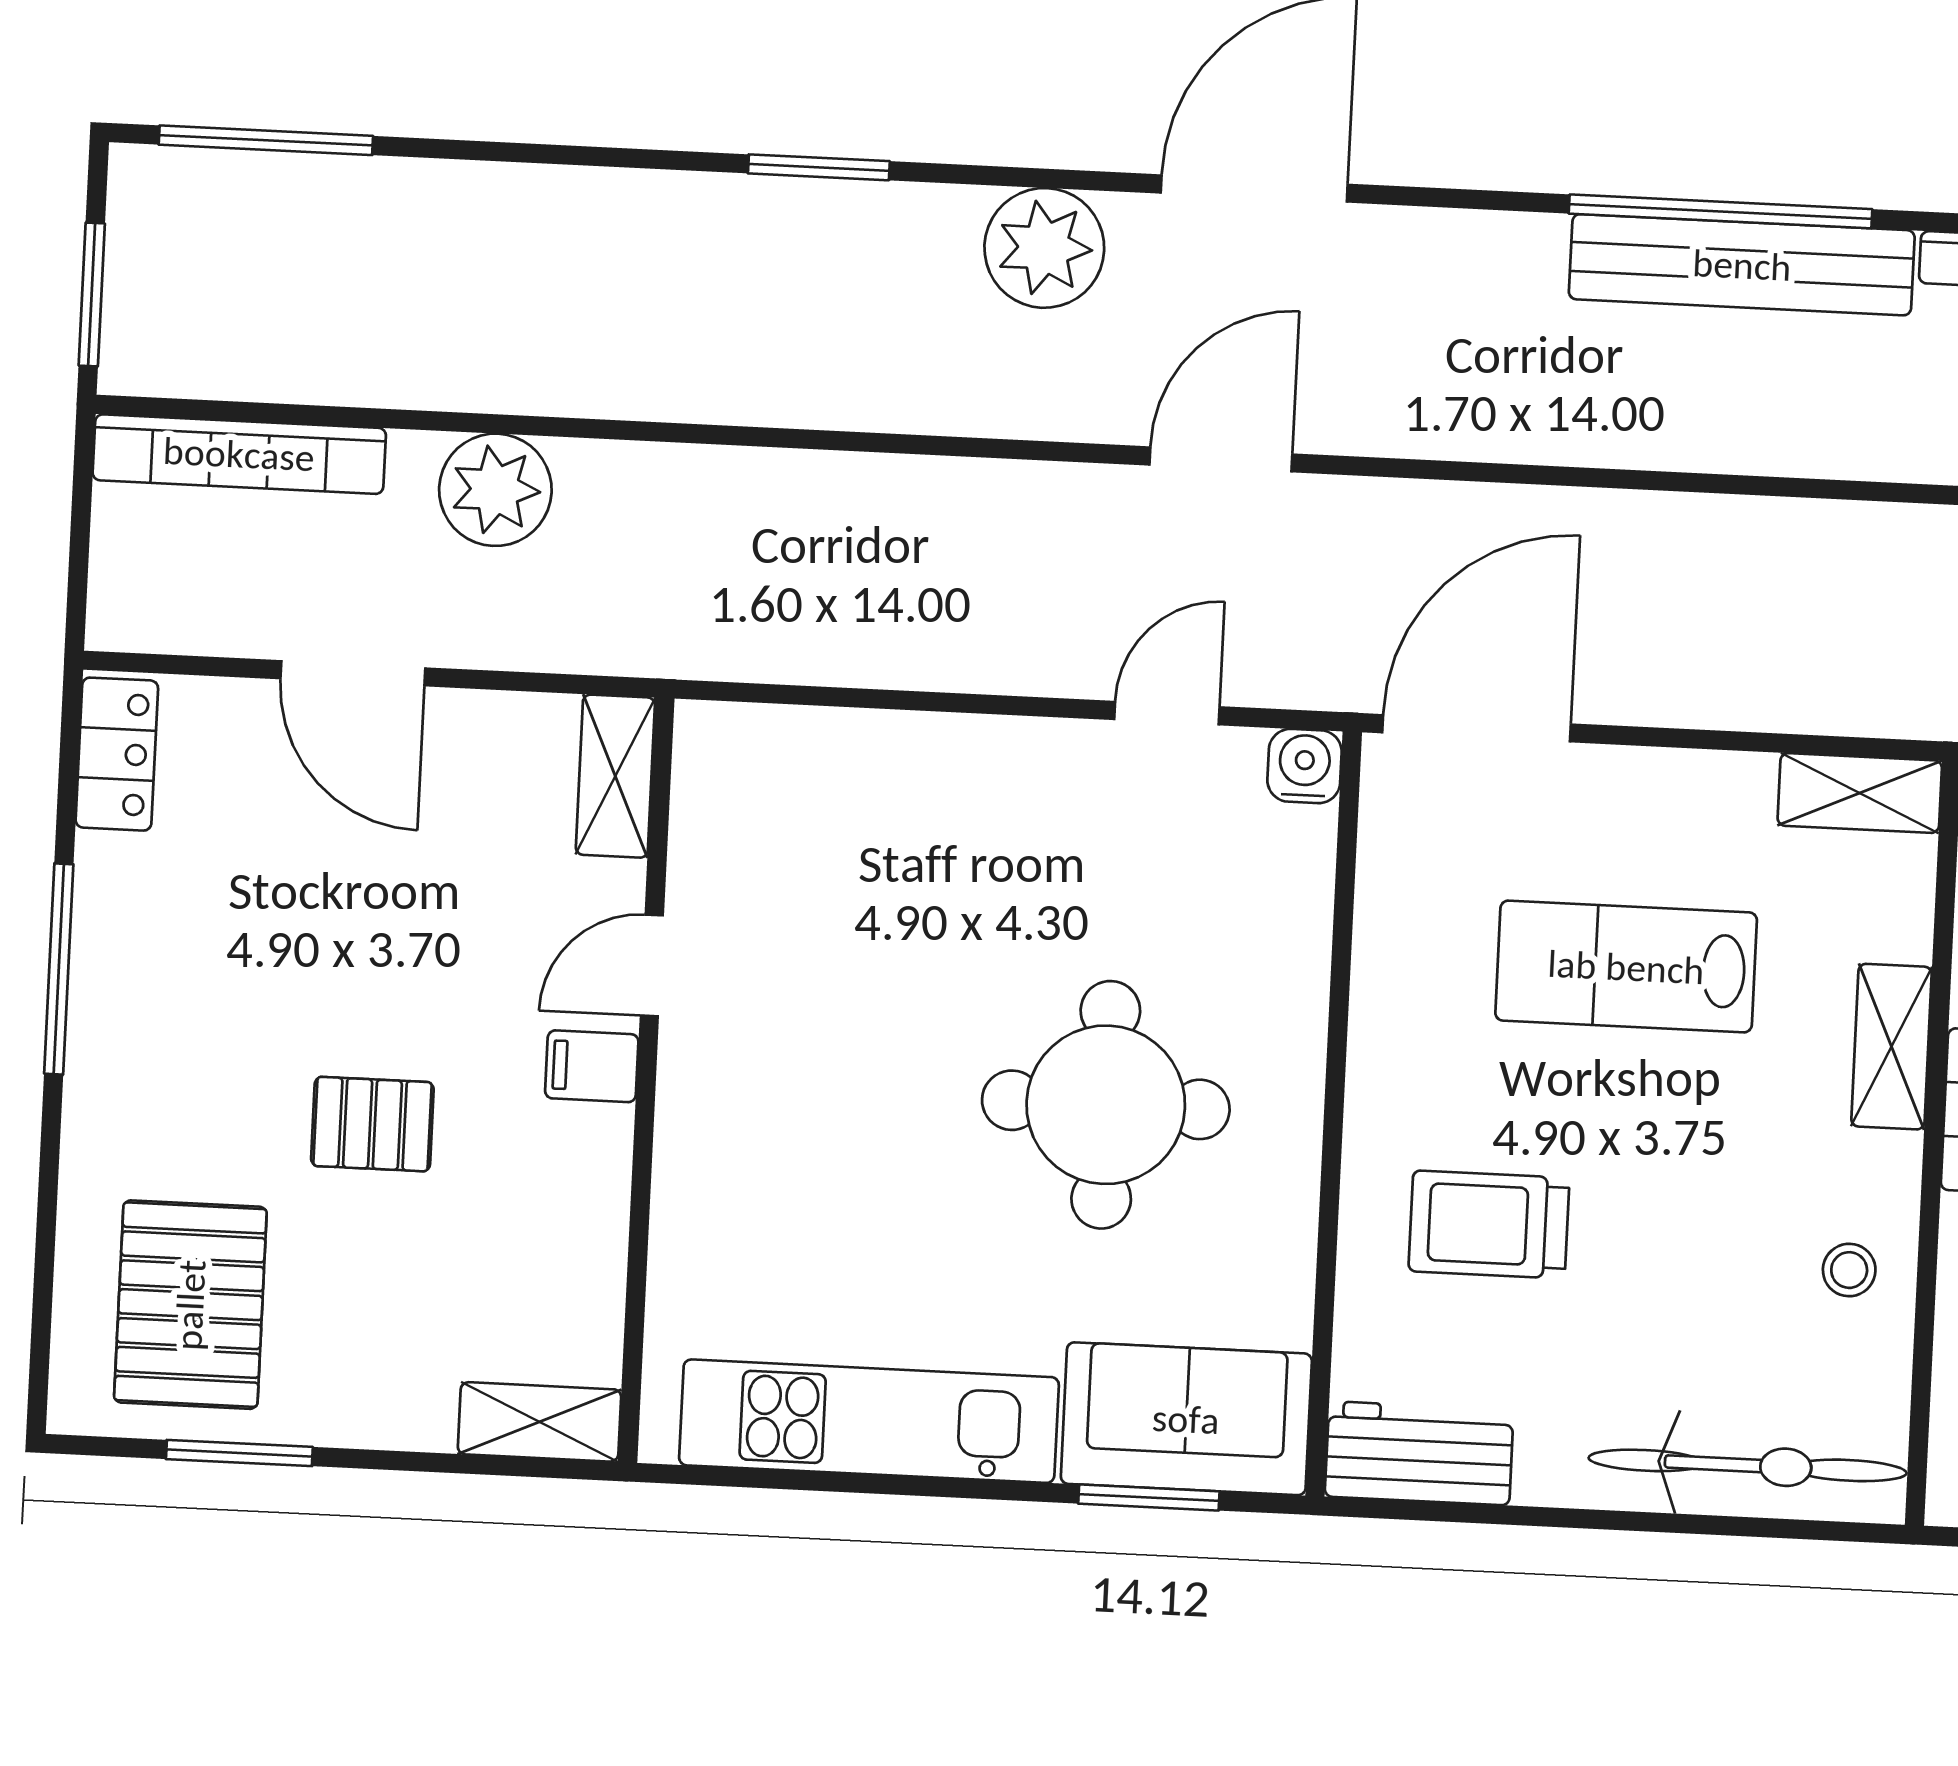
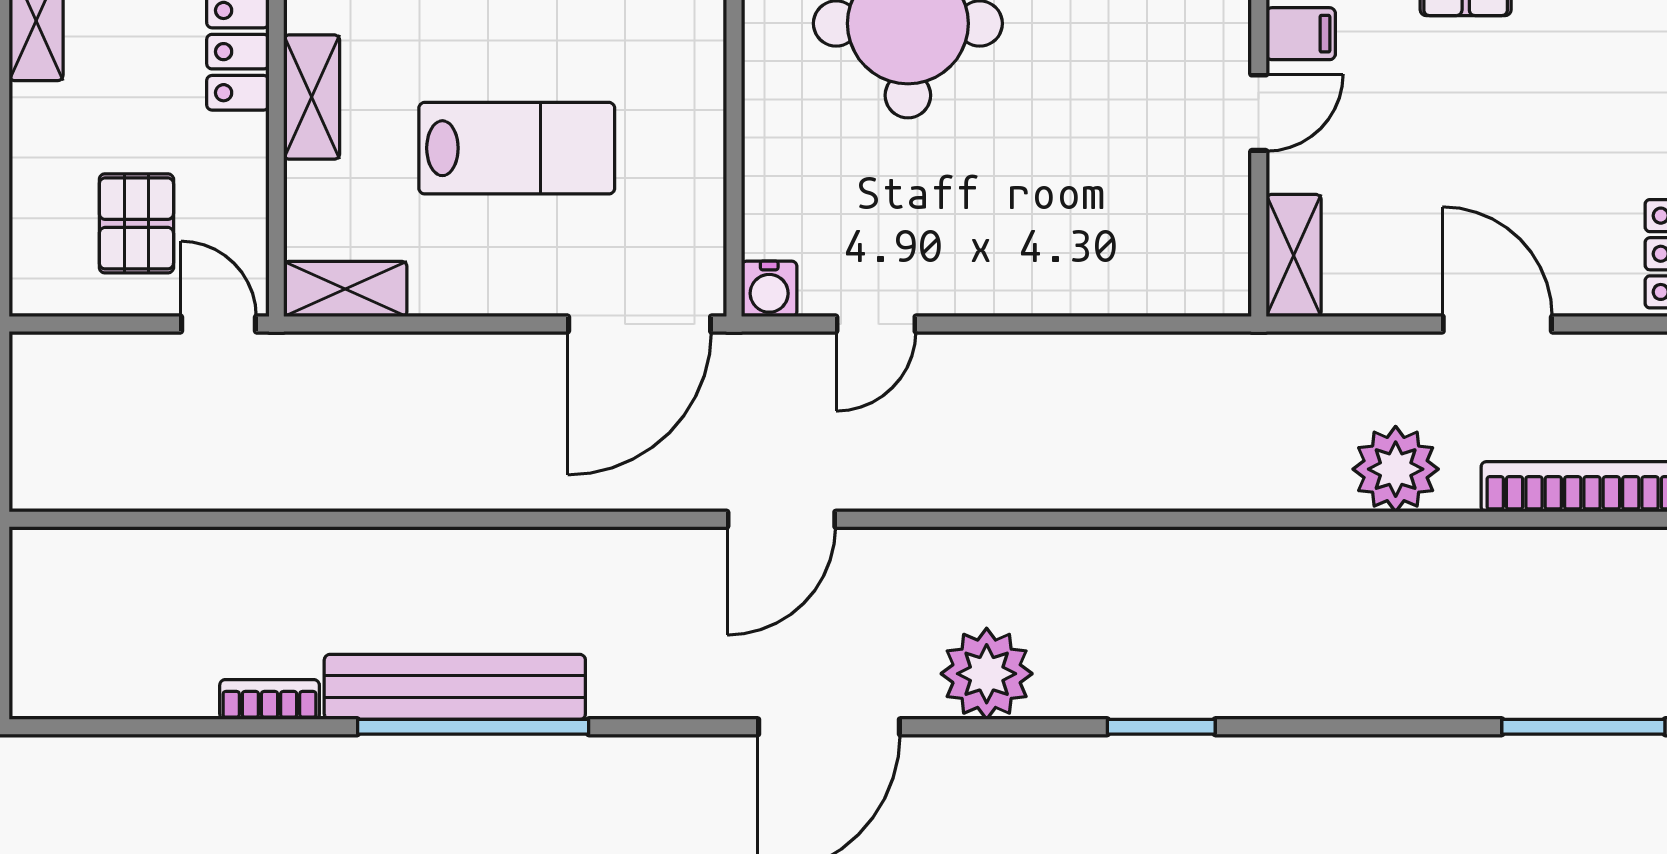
door: (1221, 459) -> (781, 519), moved

